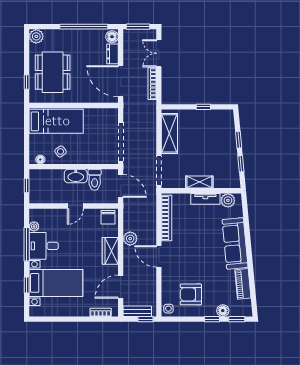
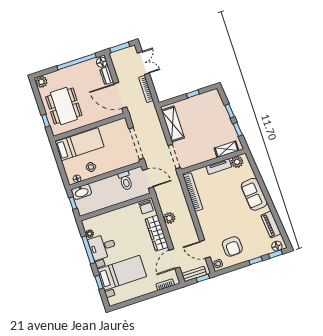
double door: (159, 53) -> (143, 63), swing flipped
washbasin: (76, 176) -> (81, 192), moved
shelving: (199, 182) -> (226, 149), moved
door: (75, 206) -> (117, 207), removed
sofa: (235, 243) -> (254, 194), width x0.73
wardrobe: (110, 251) -> (157, 233), width x1.50
door: (159, 256) -> (205, 249), moved
armchair: (191, 294) -> (232, 246), turned -92
floor lamp: (223, 311) -> (277, 246), moved

